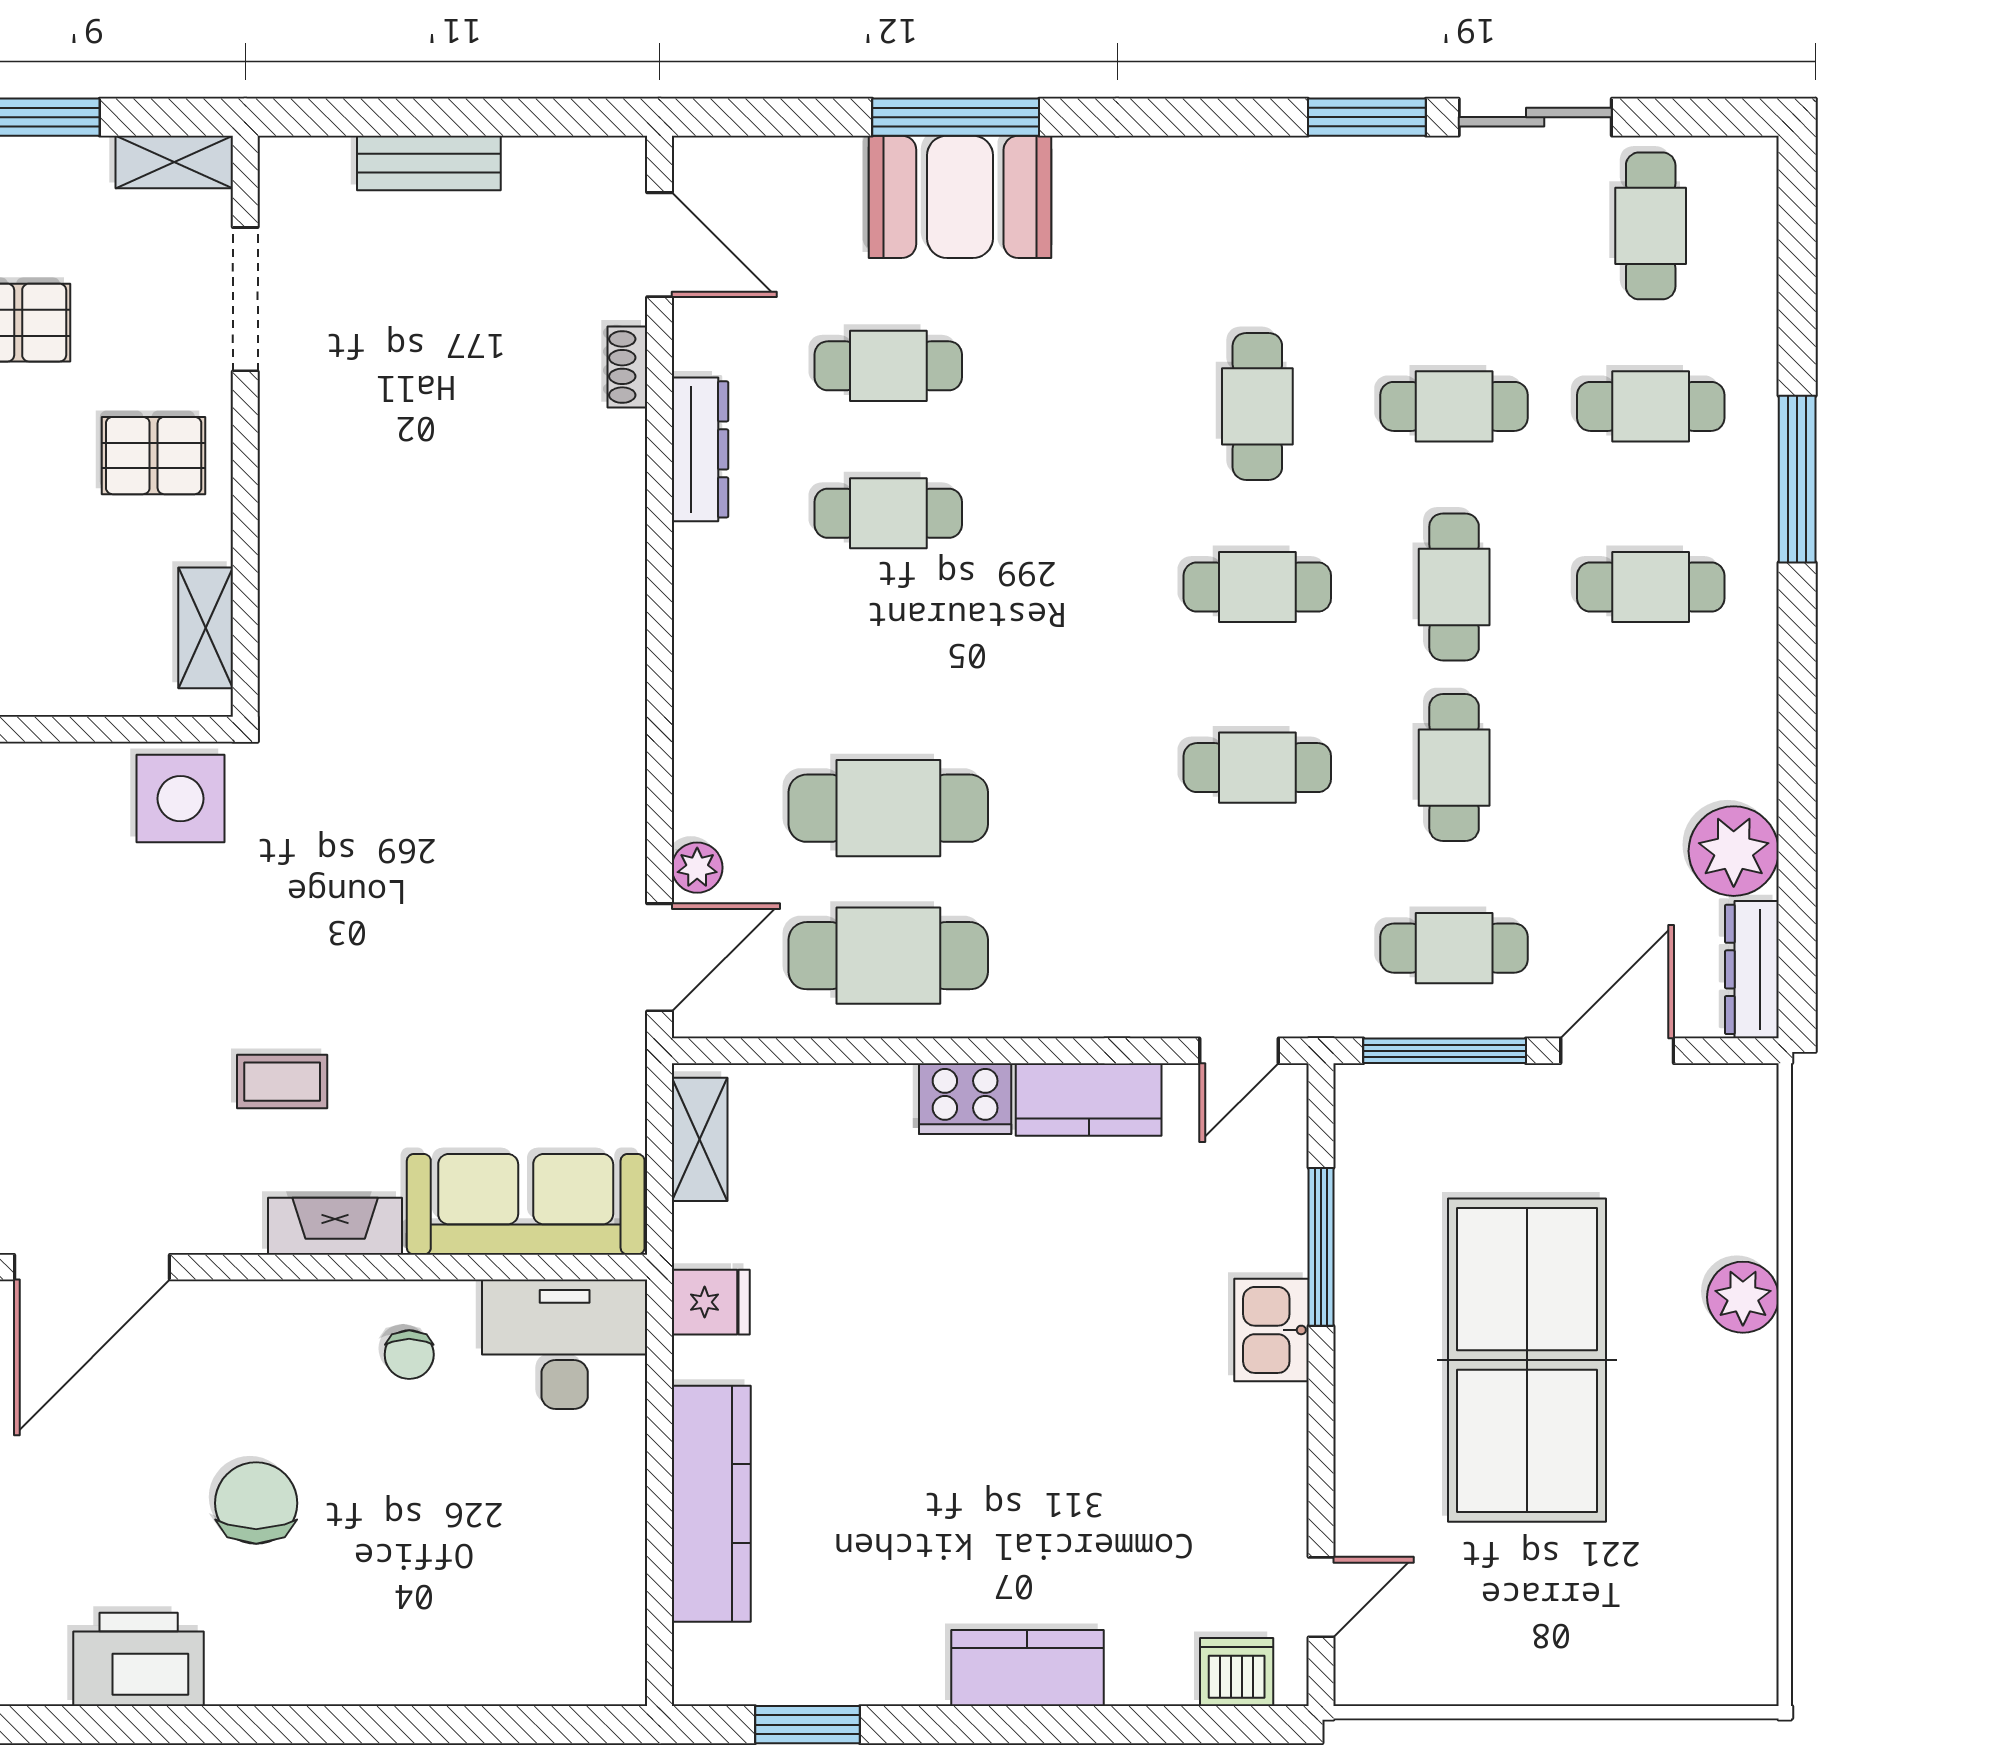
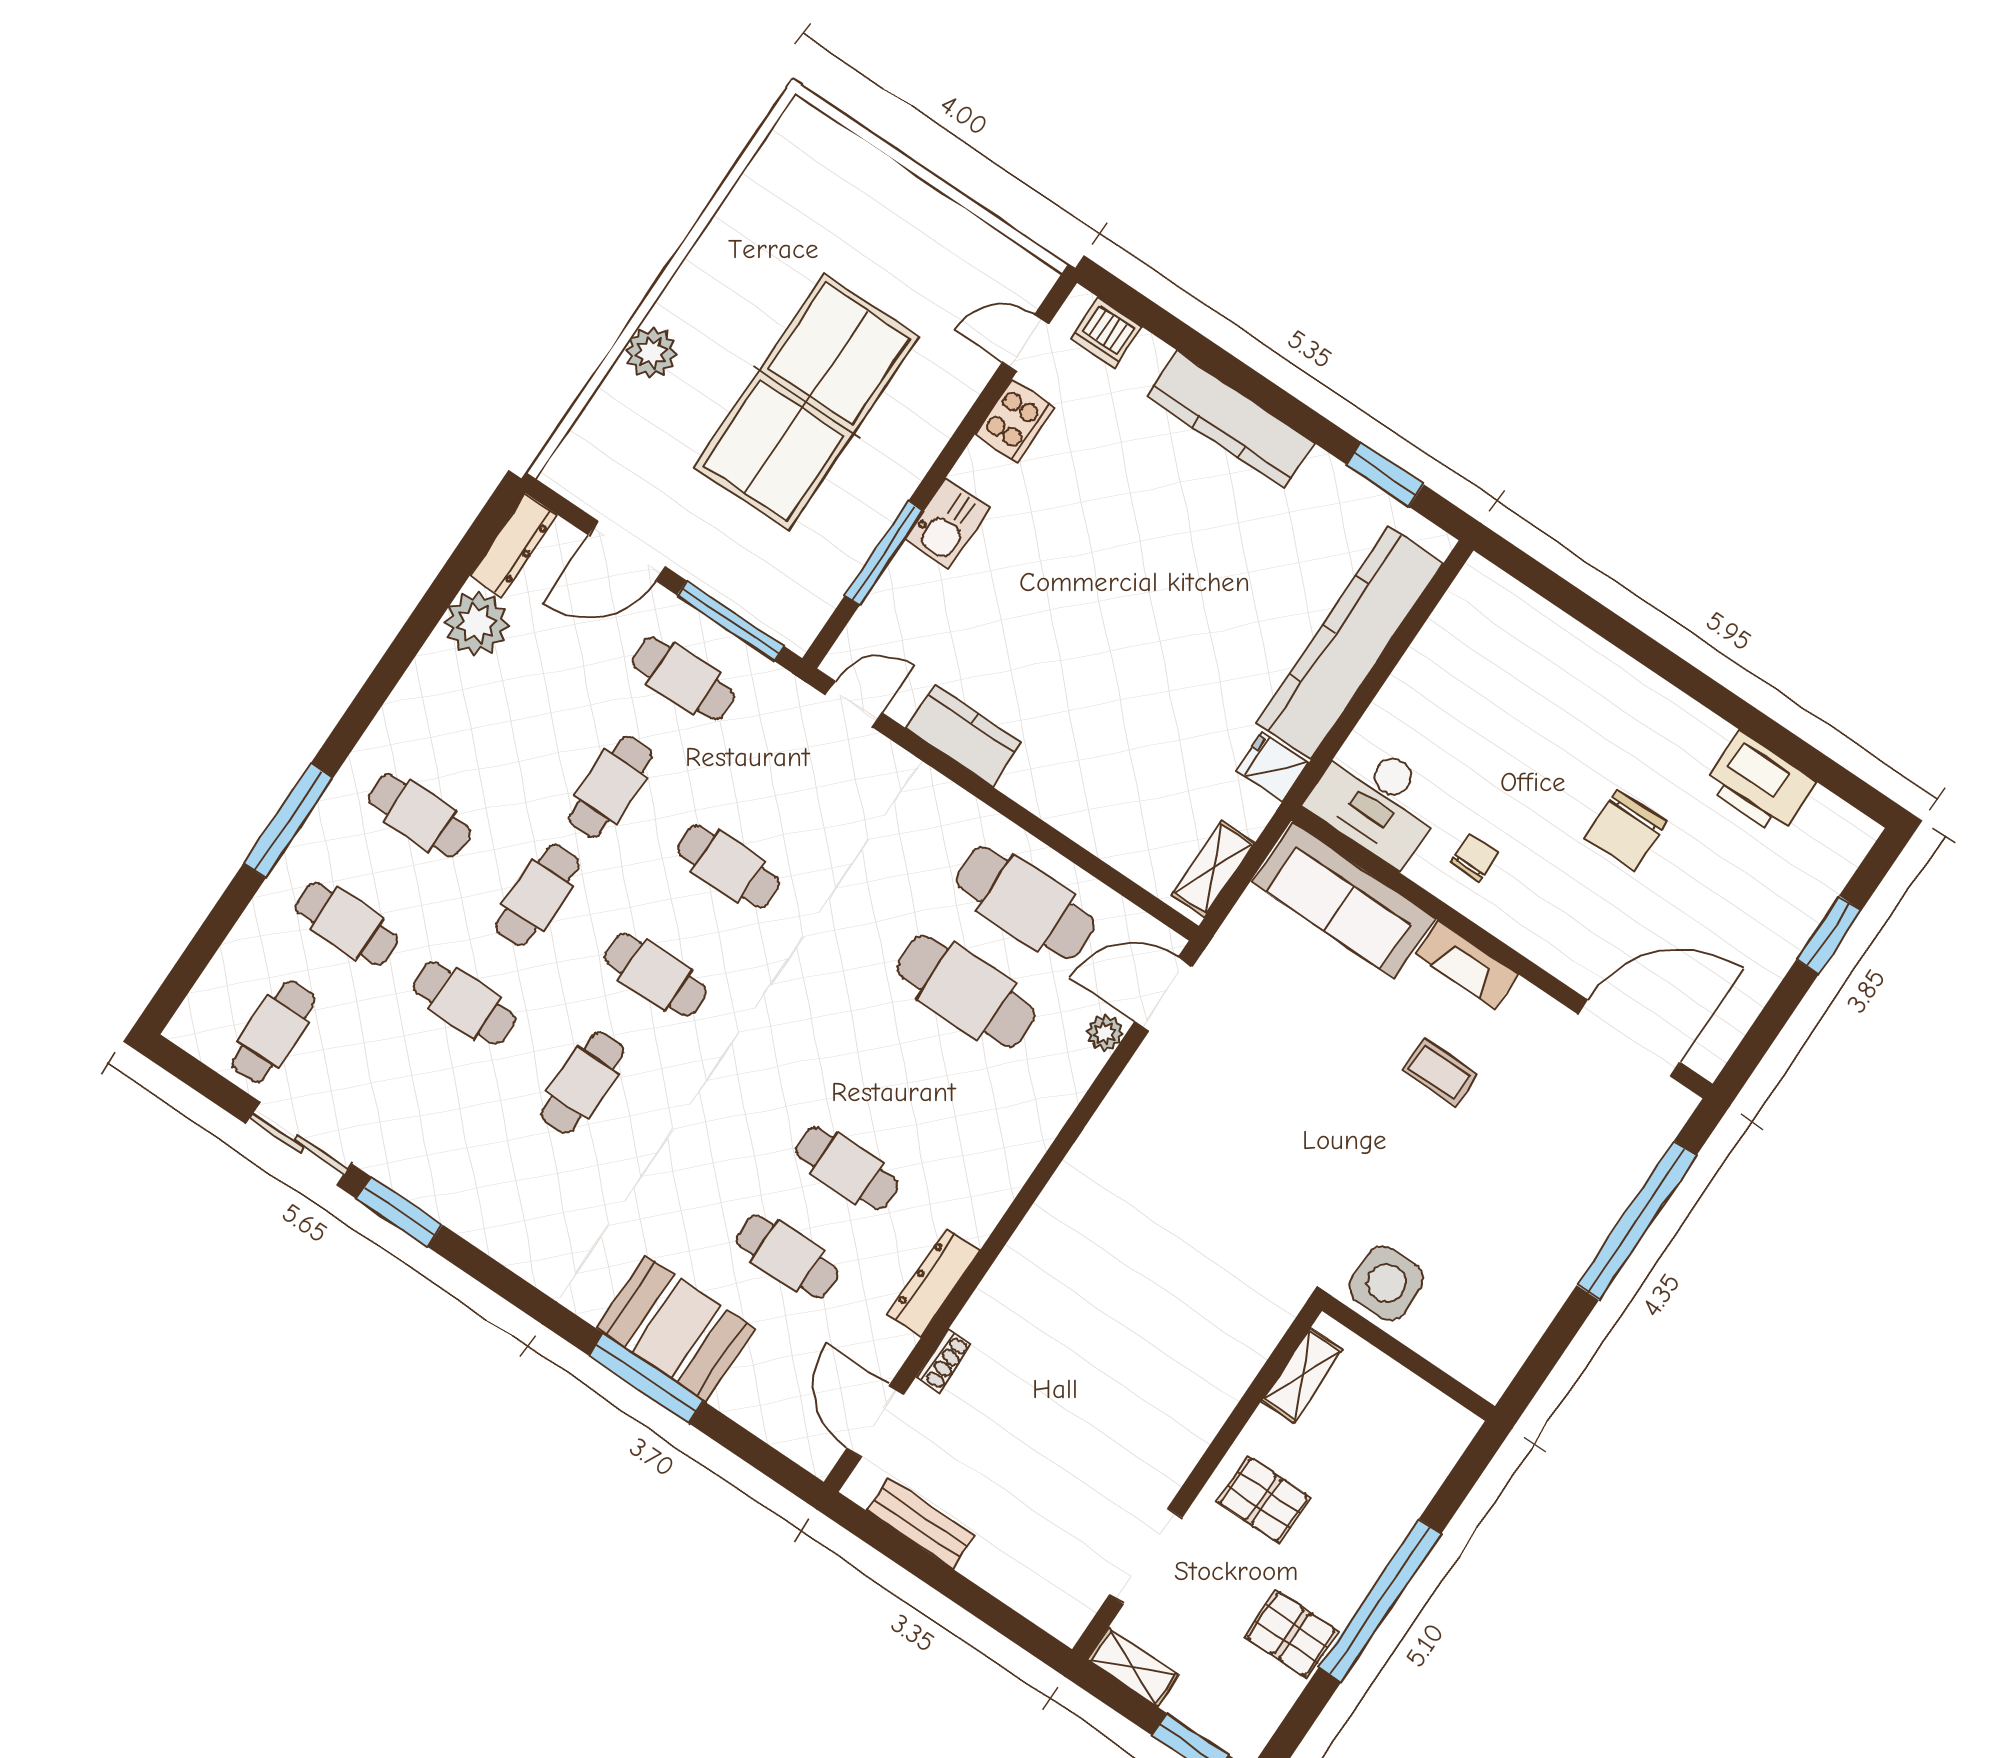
bench: (429, 163) -> (920, 1523), moved
cooker: (965, 1099) -> (1015, 421), moved, turned 90
kitchen counter: (711, 1504) -> (1349, 643), width x1.39, depth x1.17
kitchen counter: (1027, 1668) -> (1230, 419), width x1.50

